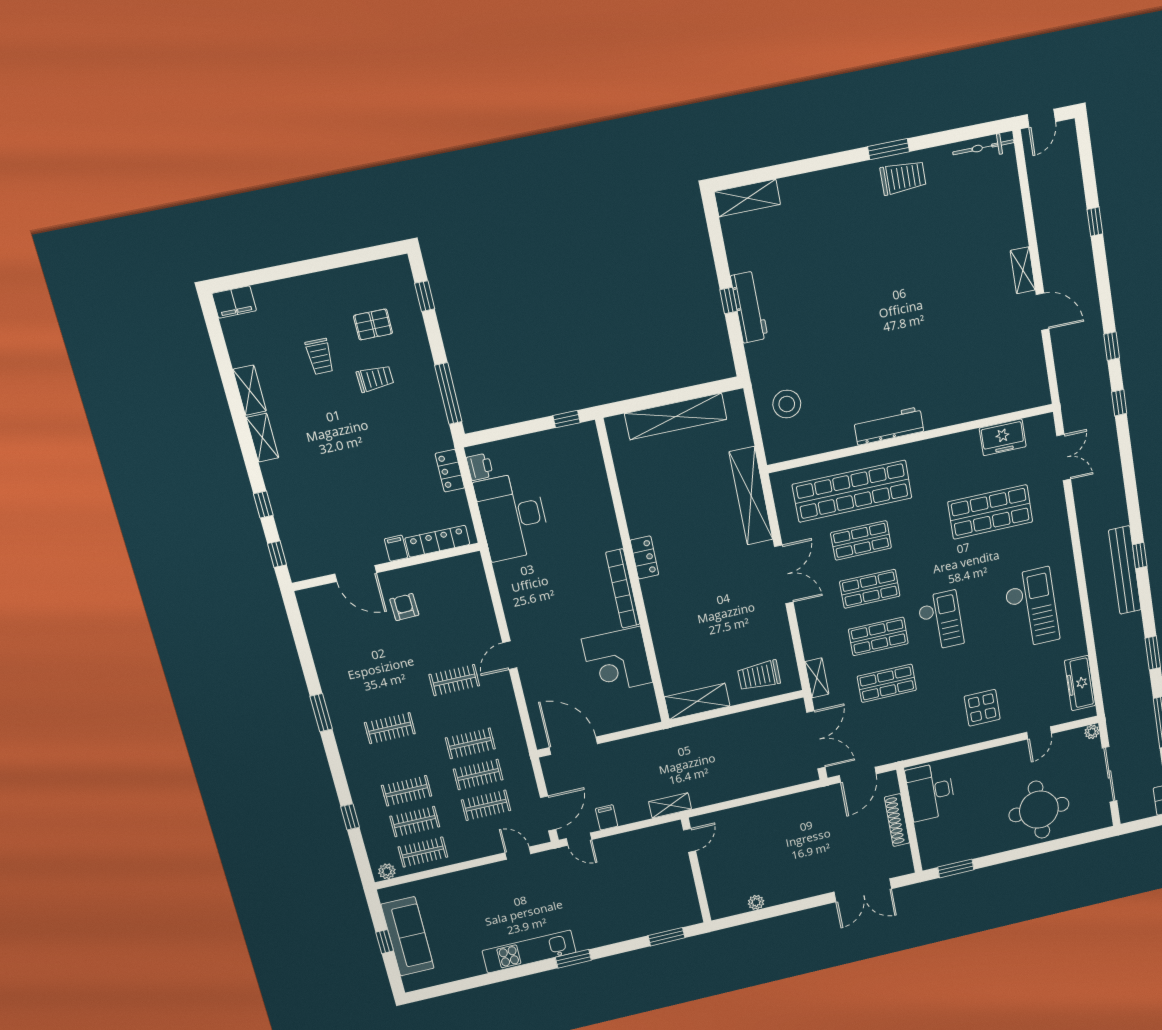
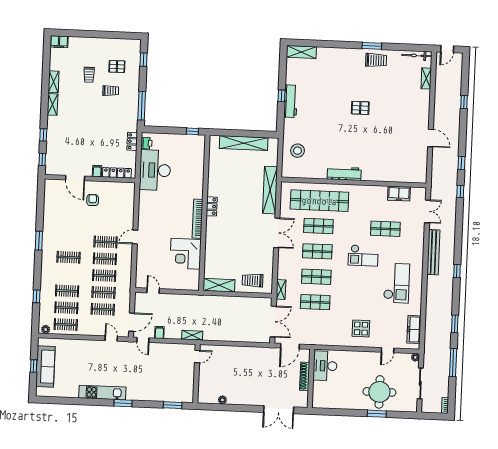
shelving: (1023, 270) -> (426, 78), moved
pallet: (892, 285) -> (360, 108), added
shop shelf: (990, 512) -> (385, 229), width x0.70, depth x0.74
bench: (1125, 570) -> (433, 252), moved
checkout: (941, 621) -> (363, 255), moved, turned 90
clothes rail: (462, 712) -> (105, 259), added
door: (573, 746) -> (153, 291), width x0.53
window: (956, 868) -> (377, 414), moved

